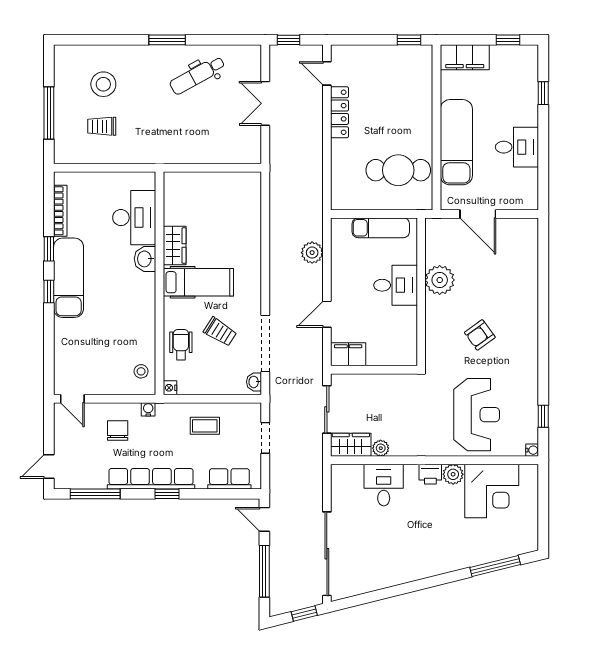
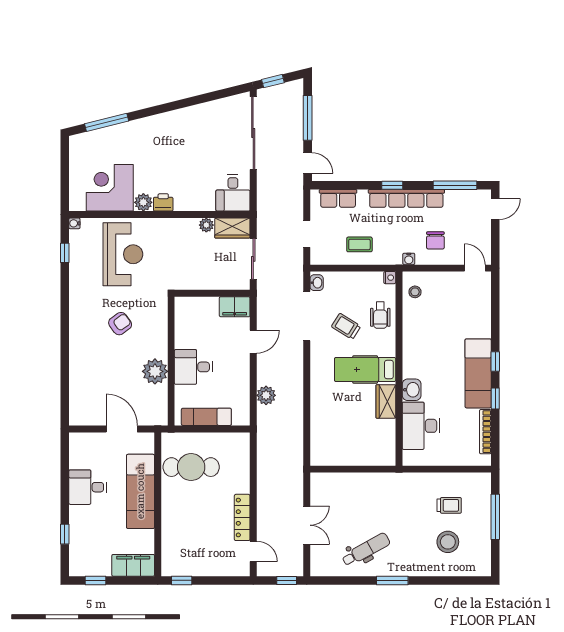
reception desk: (477, 415) -> (123, 254), turned 180
desk: (384, 485) -> (233, 193), moved

